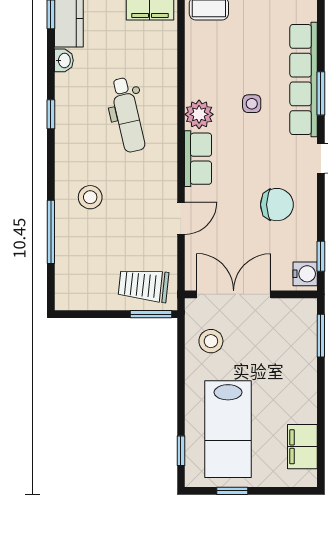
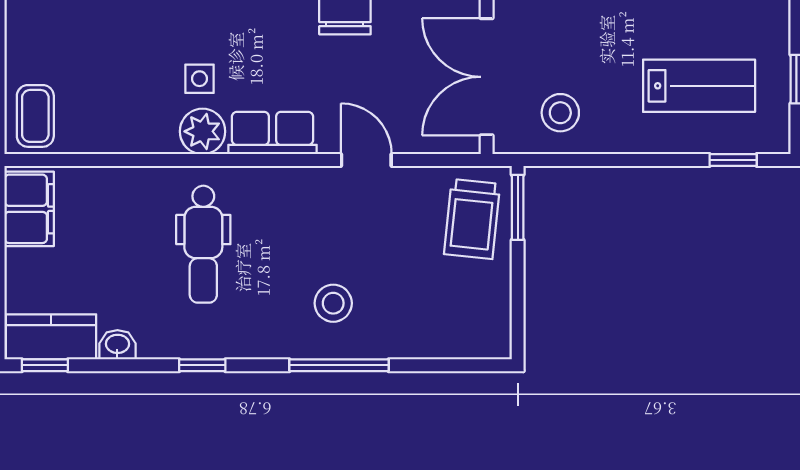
side table: (252, 104) -> (200, 79), moved
dental chair: (128, 115) -> (203, 244), turned 103
window: (51, 232) -> (339, 365), moved
lab bench: (228, 429) -> (699, 86), width x0.73, depth x0.72

